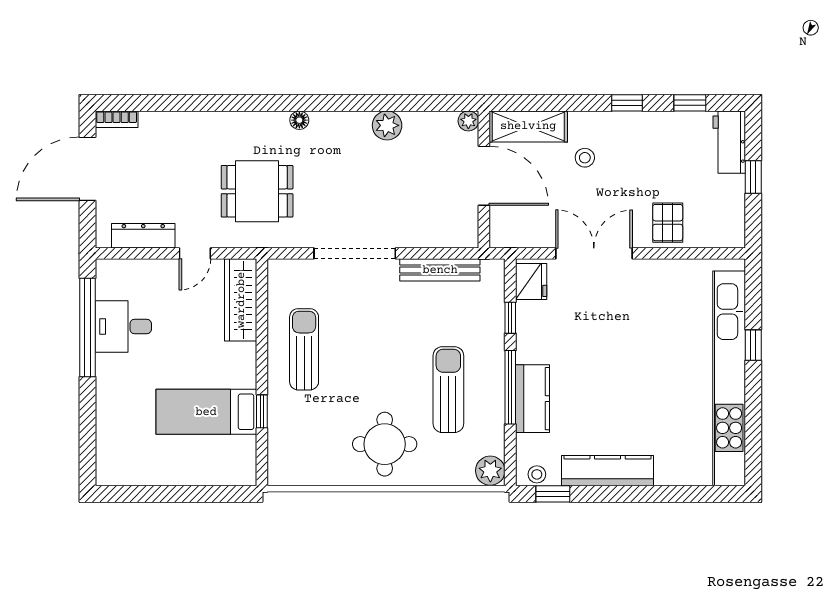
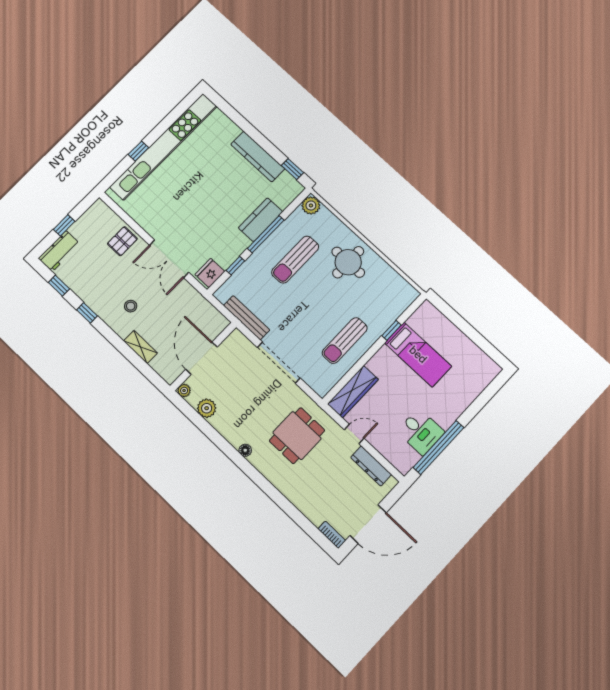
plant: (468, 121) -> (184, 391), moved
shelving: (528, 126) -> (140, 347), width x0.67, depth x0.75
door: (484, 176) -> (202, 358), moved
wall: (484, 179) -> (203, 356), moved
dining table: (257, 191) -> (297, 436), turned 90
stool: (537, 474) -> (291, 184), removed

